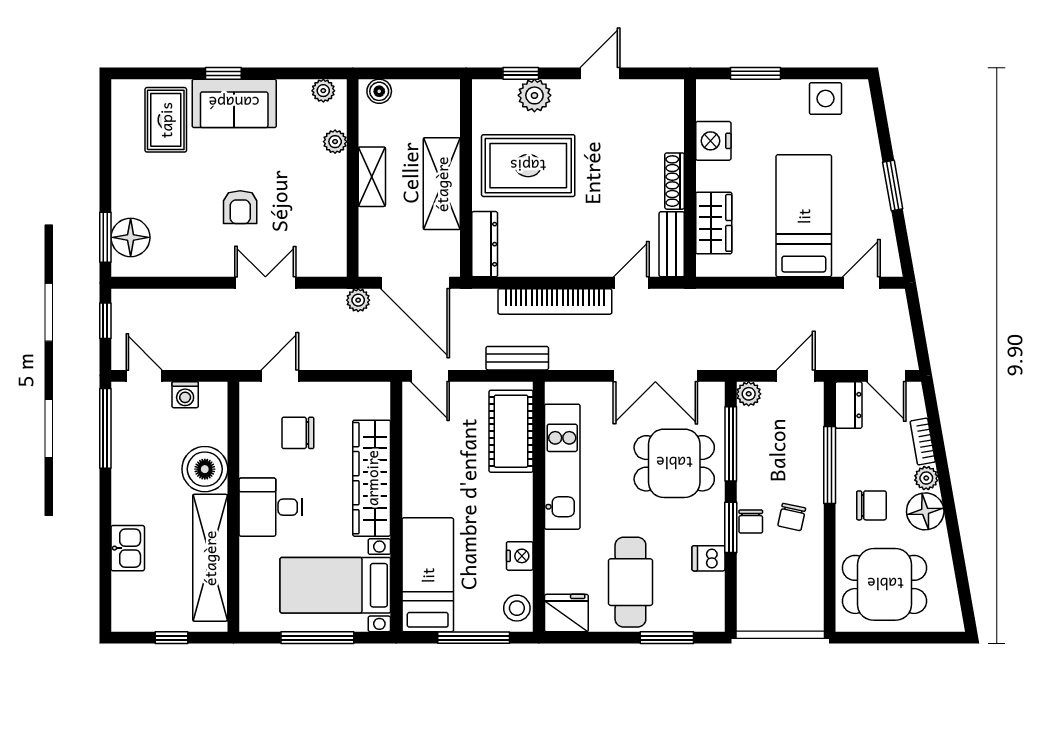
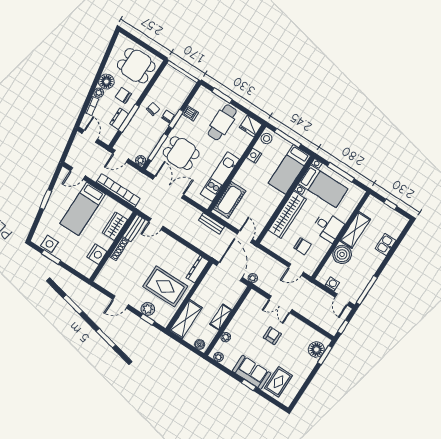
window: (756, 73) -> (51, 257), moved
shelving: (442, 184) -> (186, 319), moved
bookcase: (555, 301) -> (118, 190), moved
dresser: (849, 405) -> (119, 119), moved
shelving: (210, 558) -> (355, 230), width x0.68

